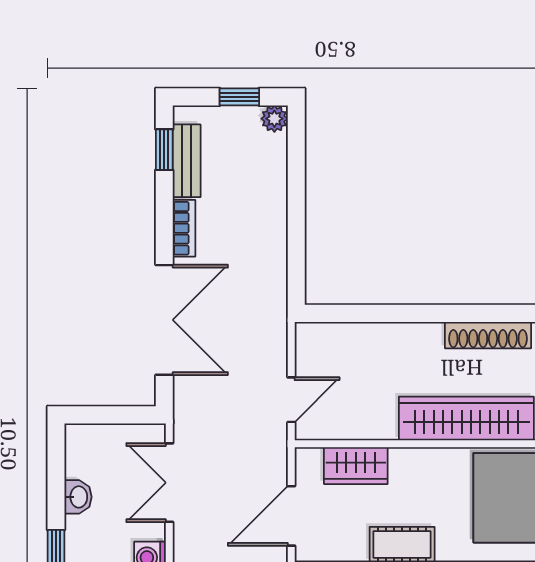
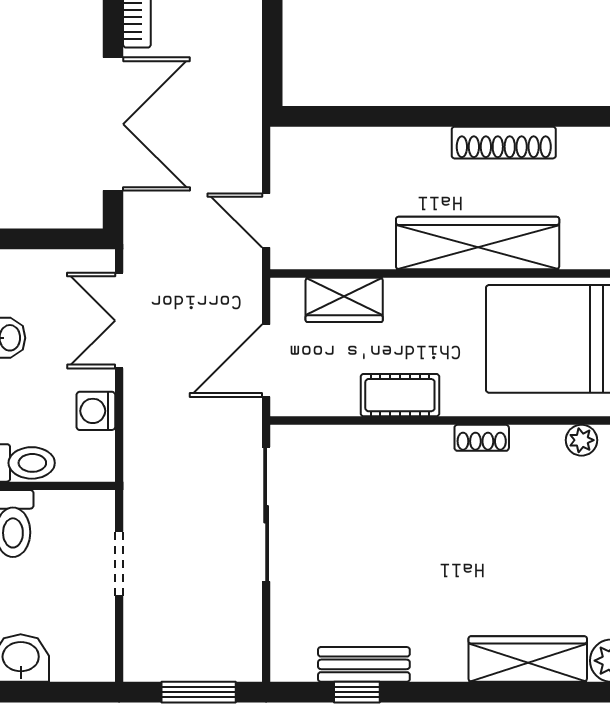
door: (291, 400) -> (266, 220), swing flipped

